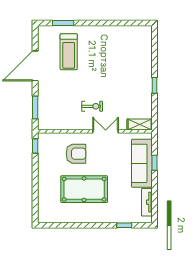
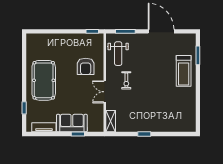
treadmill: (69, 52) -> (184, 71), moved, turned -90
weight bench: (61, 116) -> (118, 54), added
double door: (106, 131) -> (105, 92), swing flipped
sofa: (142, 163) -> (72, 123), width x0.73
pool table: (84, 189) -> (44, 80), moved

